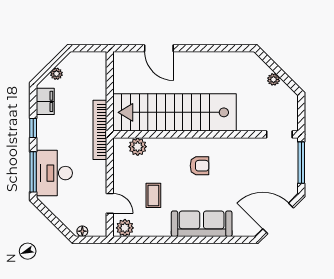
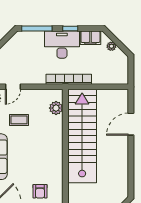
armchair: (200, 166) -> (40, 191), moved
desk: (54, 173) -> (62, 45), moved

